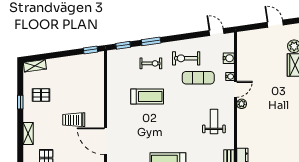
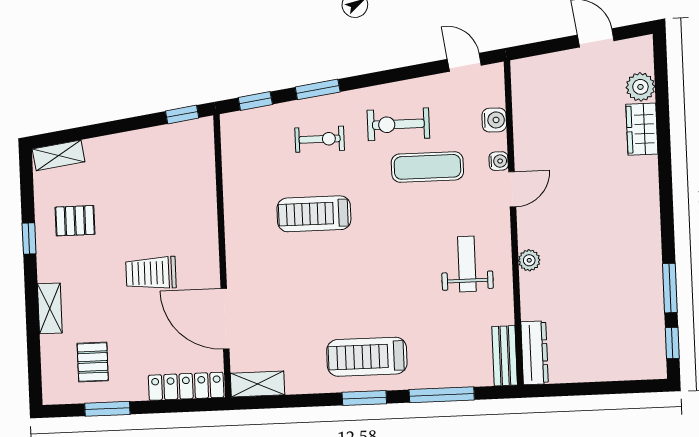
treadmill: (147, 96) -> (314, 214), turned 180
plant: (242, 104) -> (529, 260), moved

